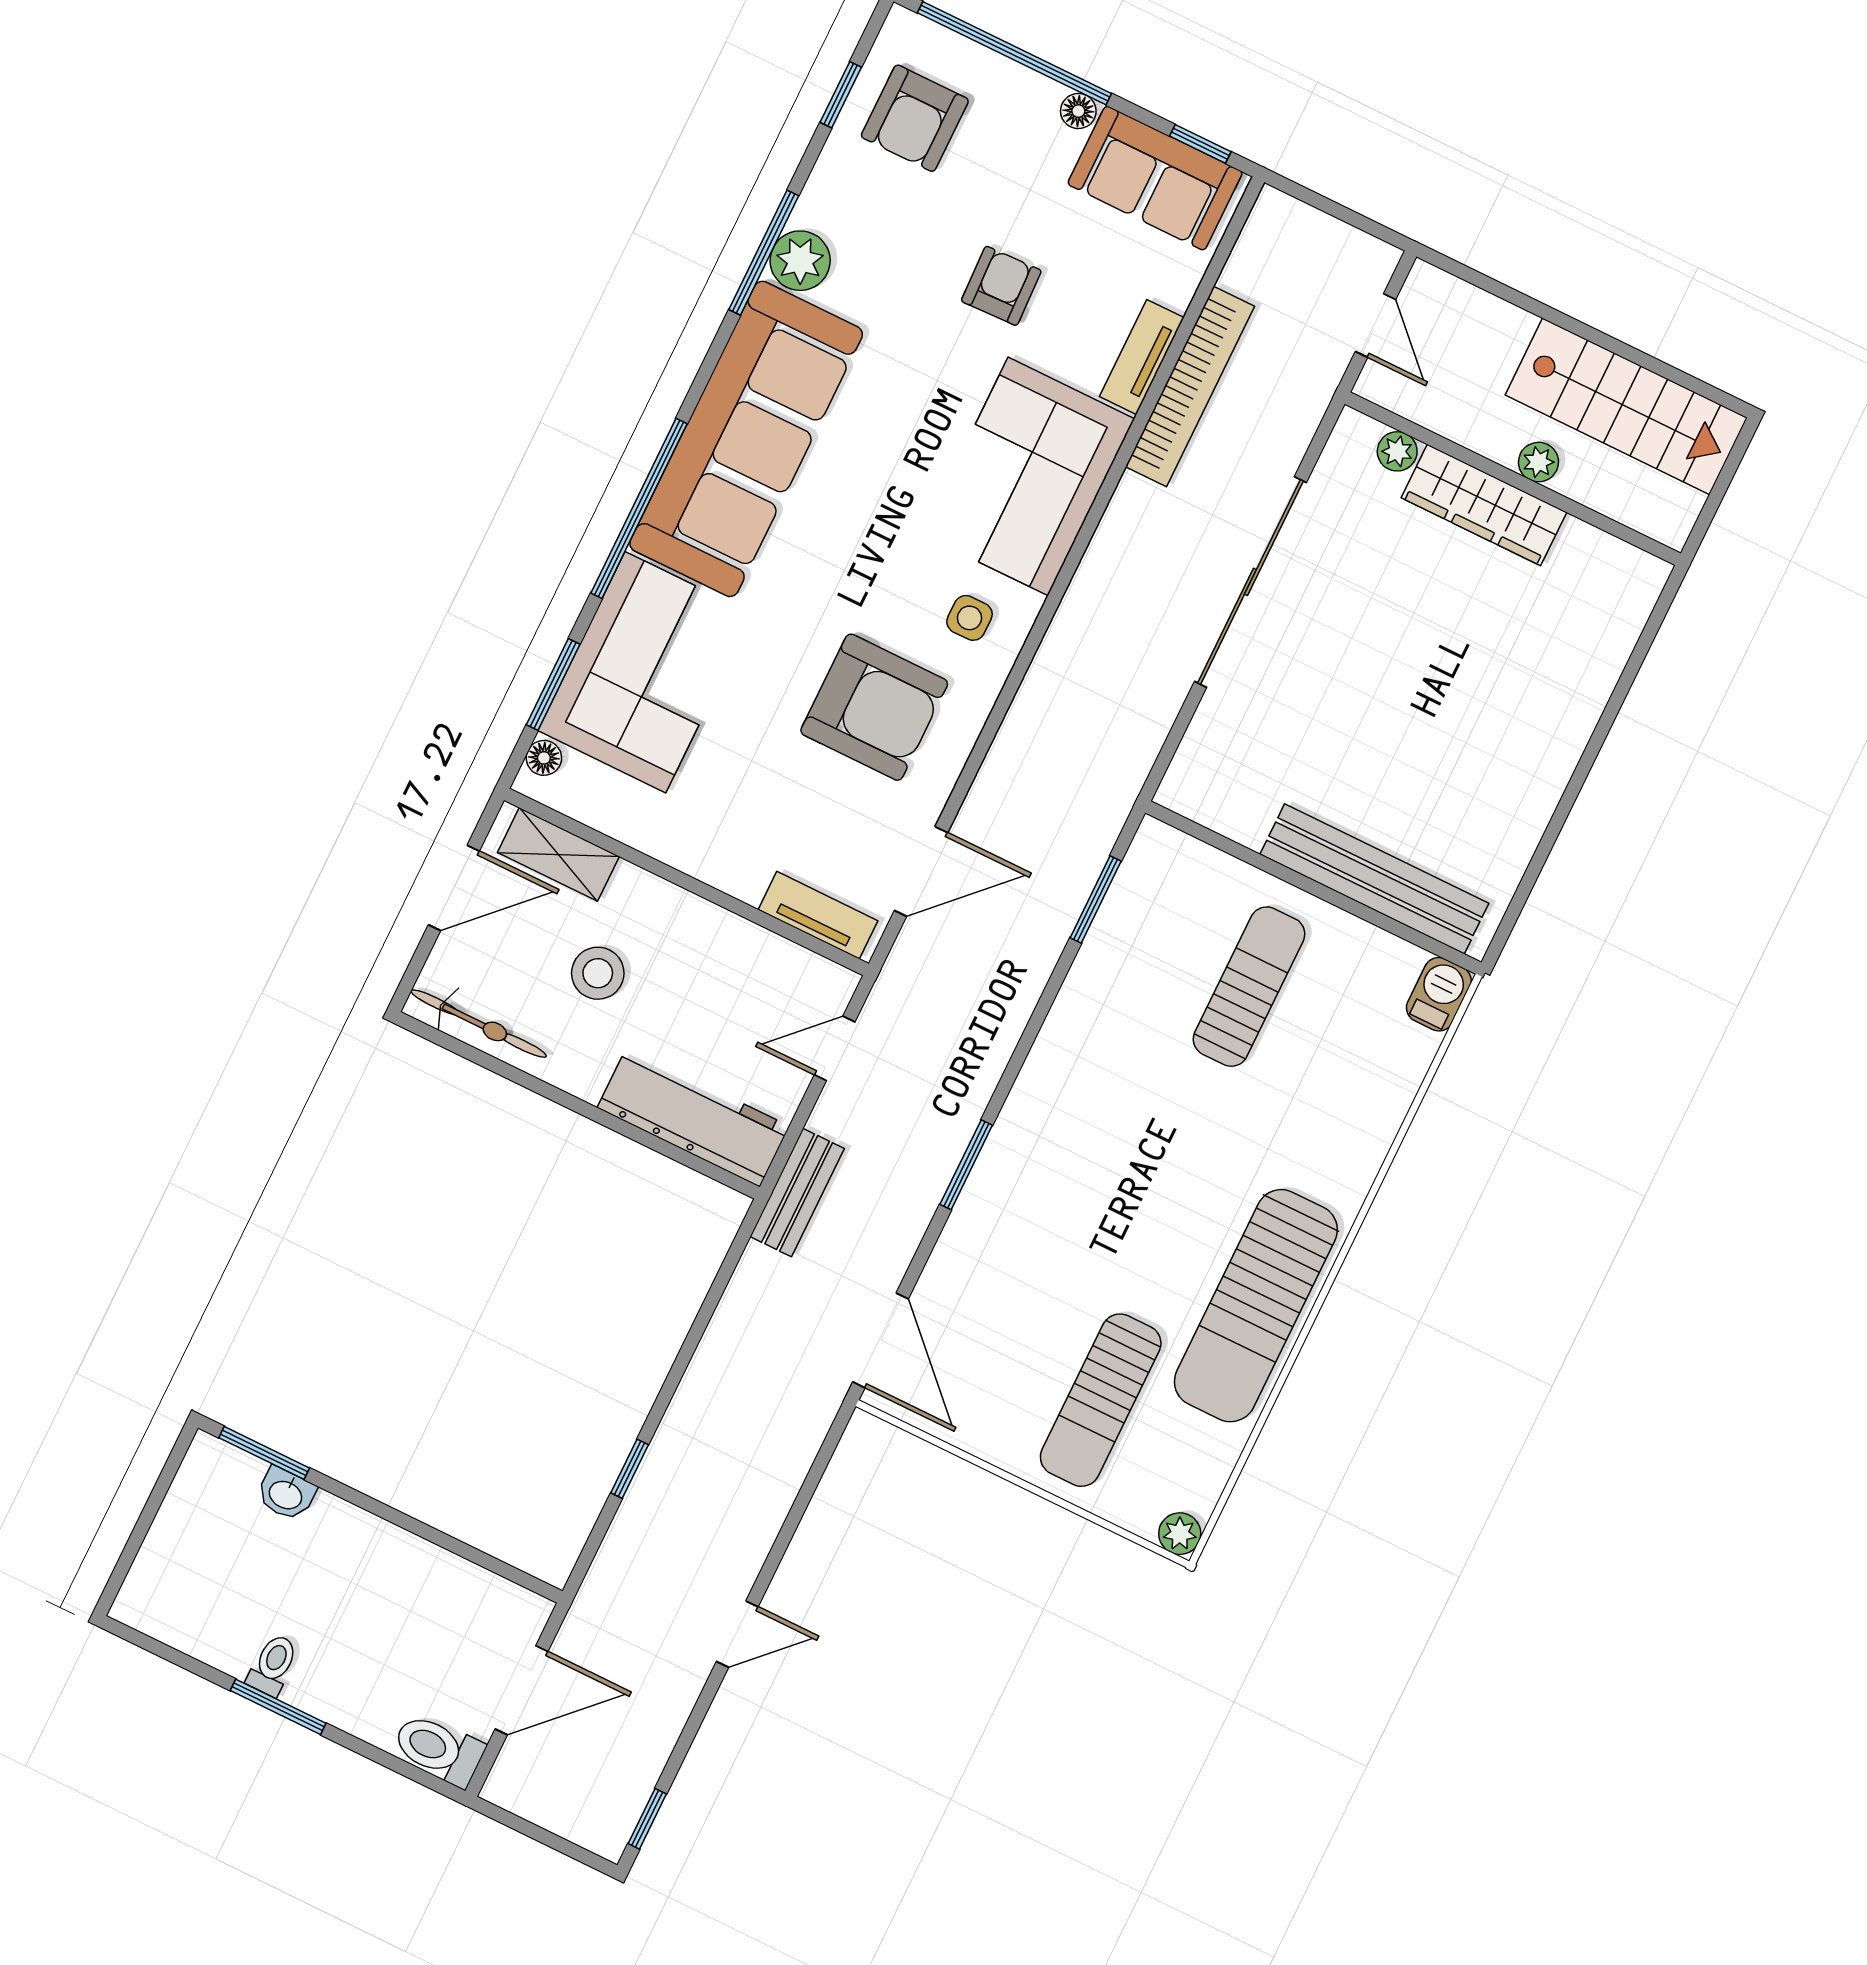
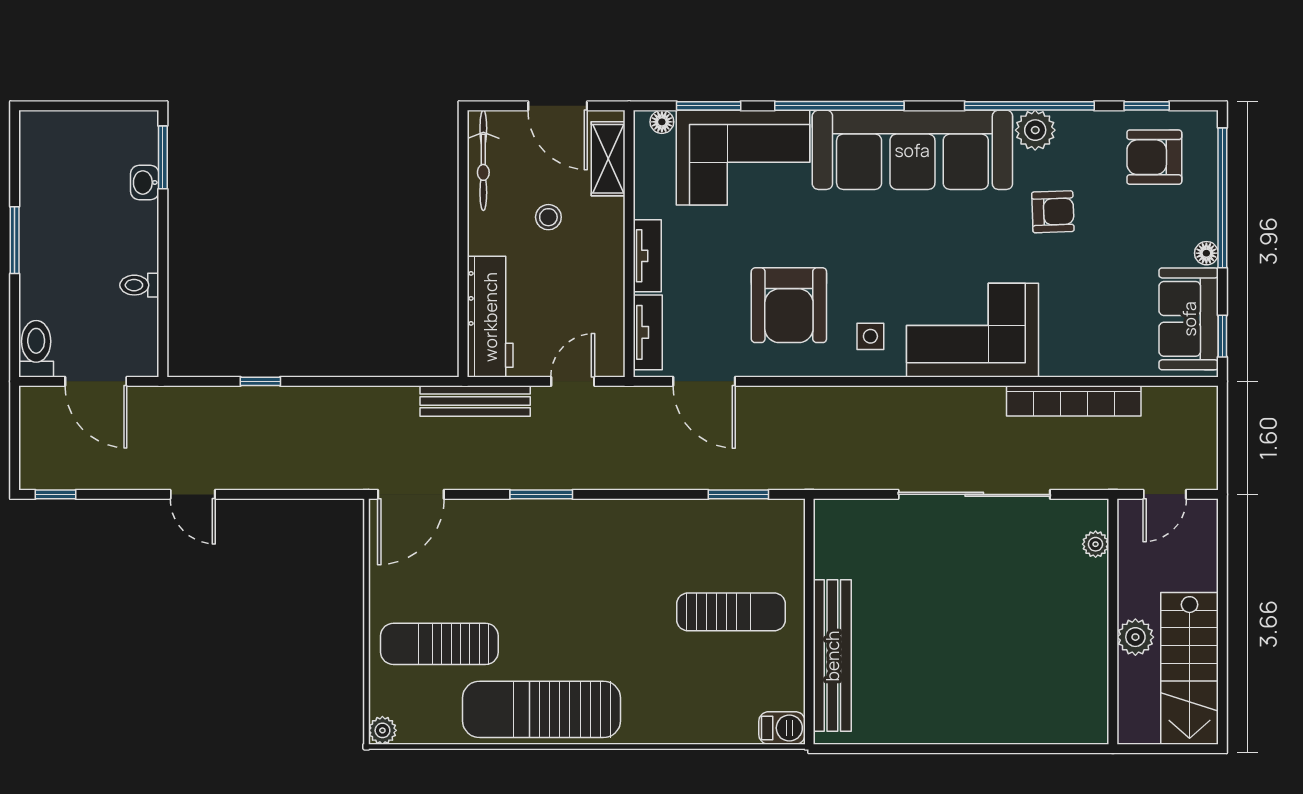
window: (764, 253) -> (1029, 106), width x1.46
armchair: (1001, 286) -> (1053, 212), moved
tv unit: (1142, 357) -> (647, 256), moved, turned 90
plant: (1538, 462) -> (1135, 637), width x1.38, depth x1.38
wardrobe: (1484, 505) -> (1089, 612), removed
stool: (598, 973) -> (548, 217), width x0.73, depth x0.73
door: (835, 1048) -> (573, 381), hinge flipped
bench: (797, 1193) -> (475, 401), width x1.36
toilet: (273, 1665) -> (139, 285), moved, turned 180

